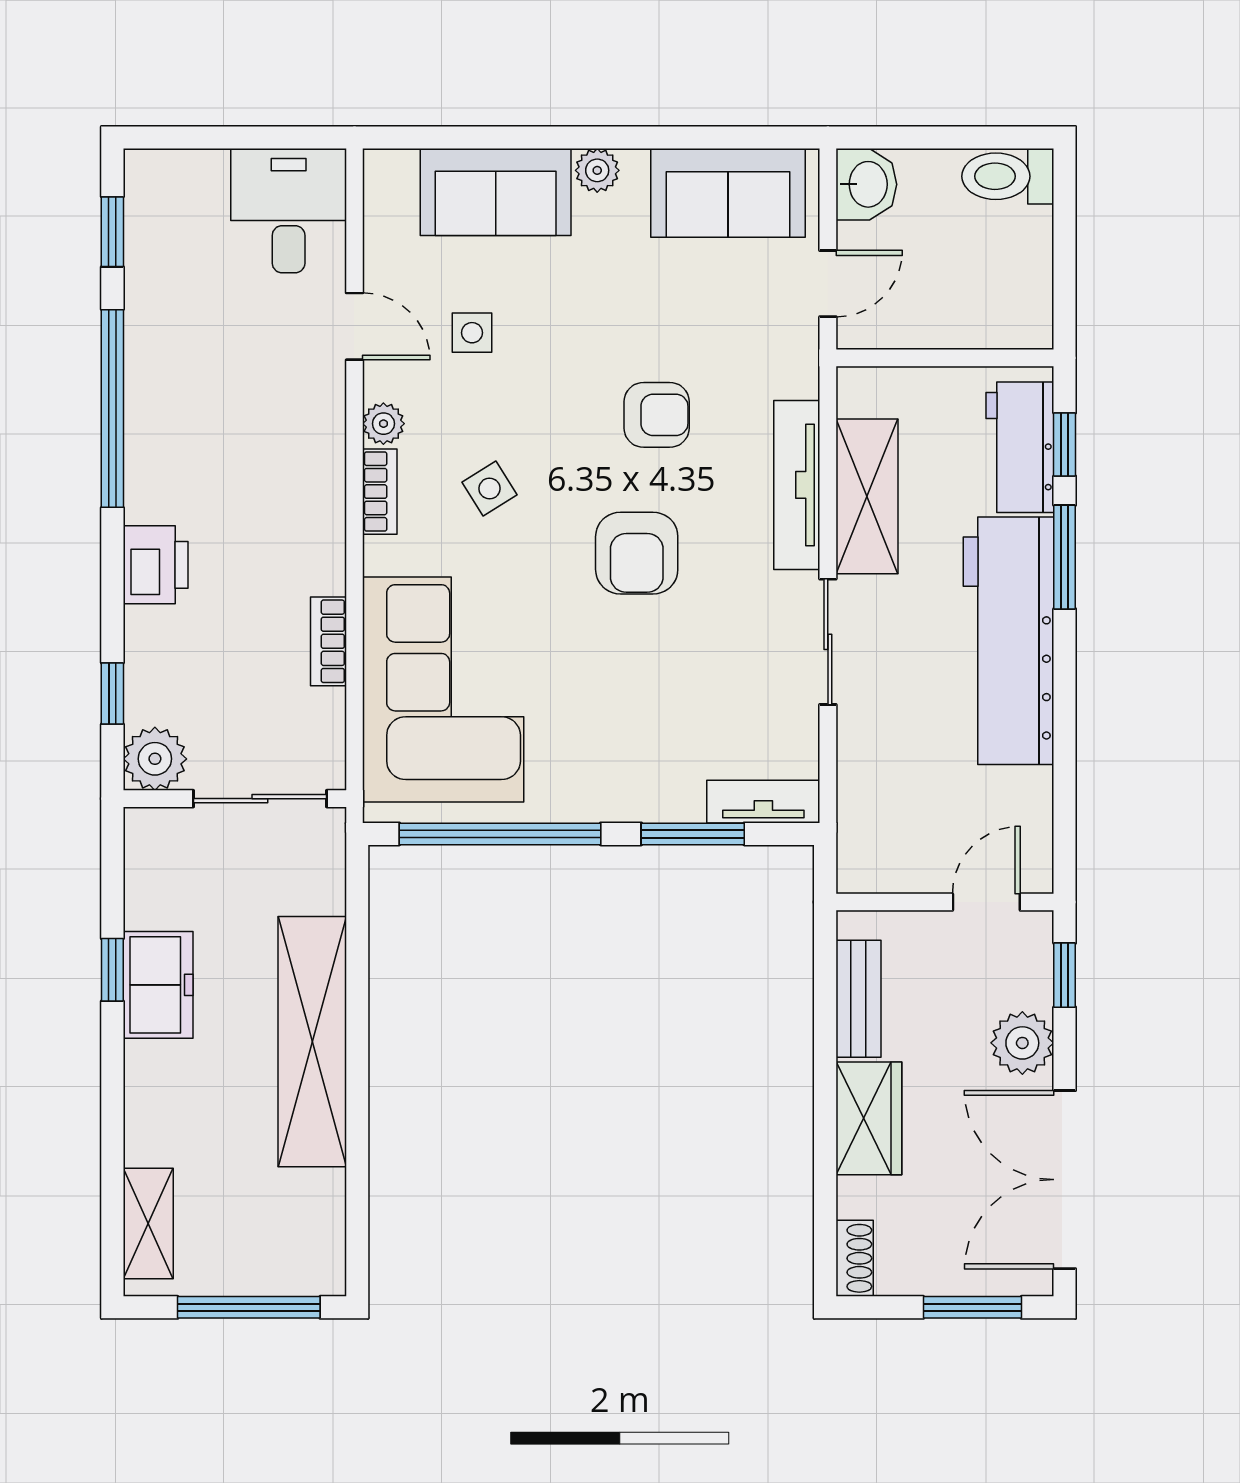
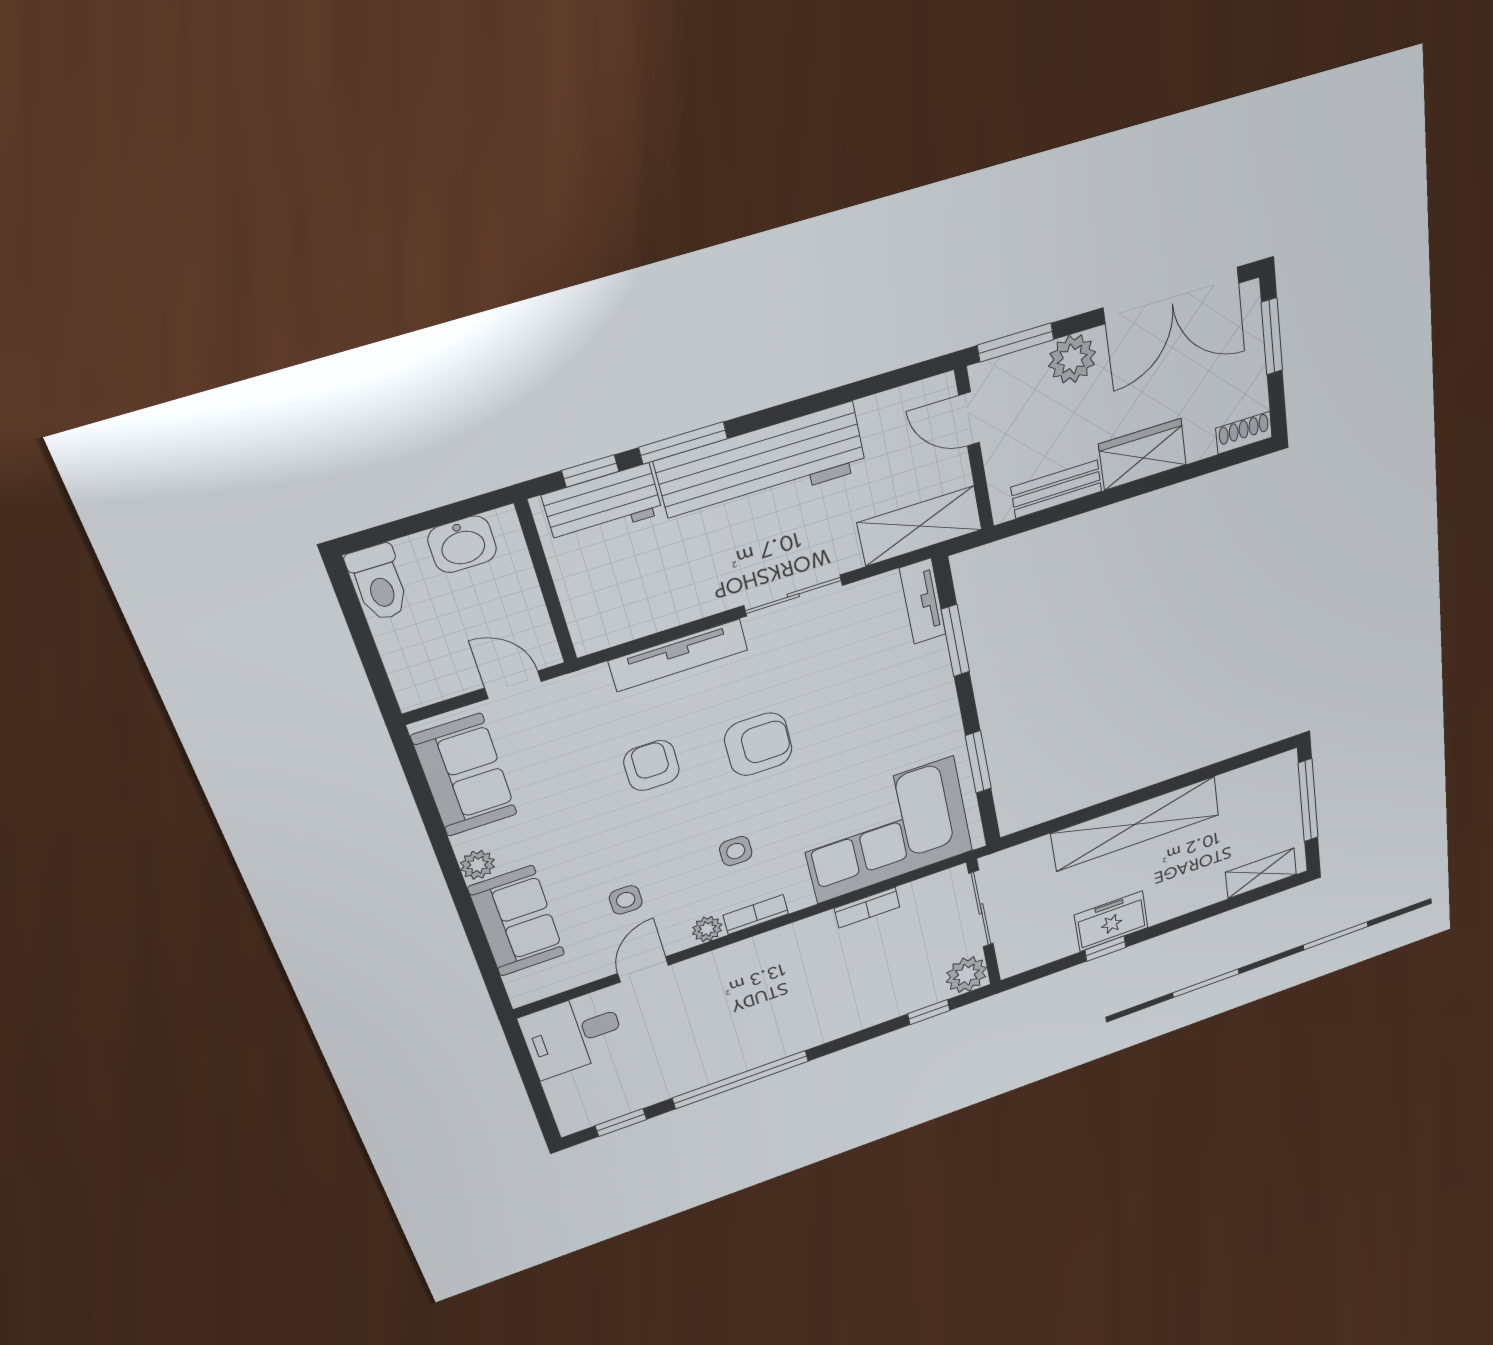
washbasin: (866, 184) -> (462, 544), moved, turned 180
side table: (490, 489) -> (736, 851), turned 32
shelving: (867, 496) -> (920, 526), moved
printer: (156, 565) -> (839, 1020), removed
window: (500, 834) -> (978, 762), width x0.47
window: (1065, 975) -> (1016, 342), width x1.50

